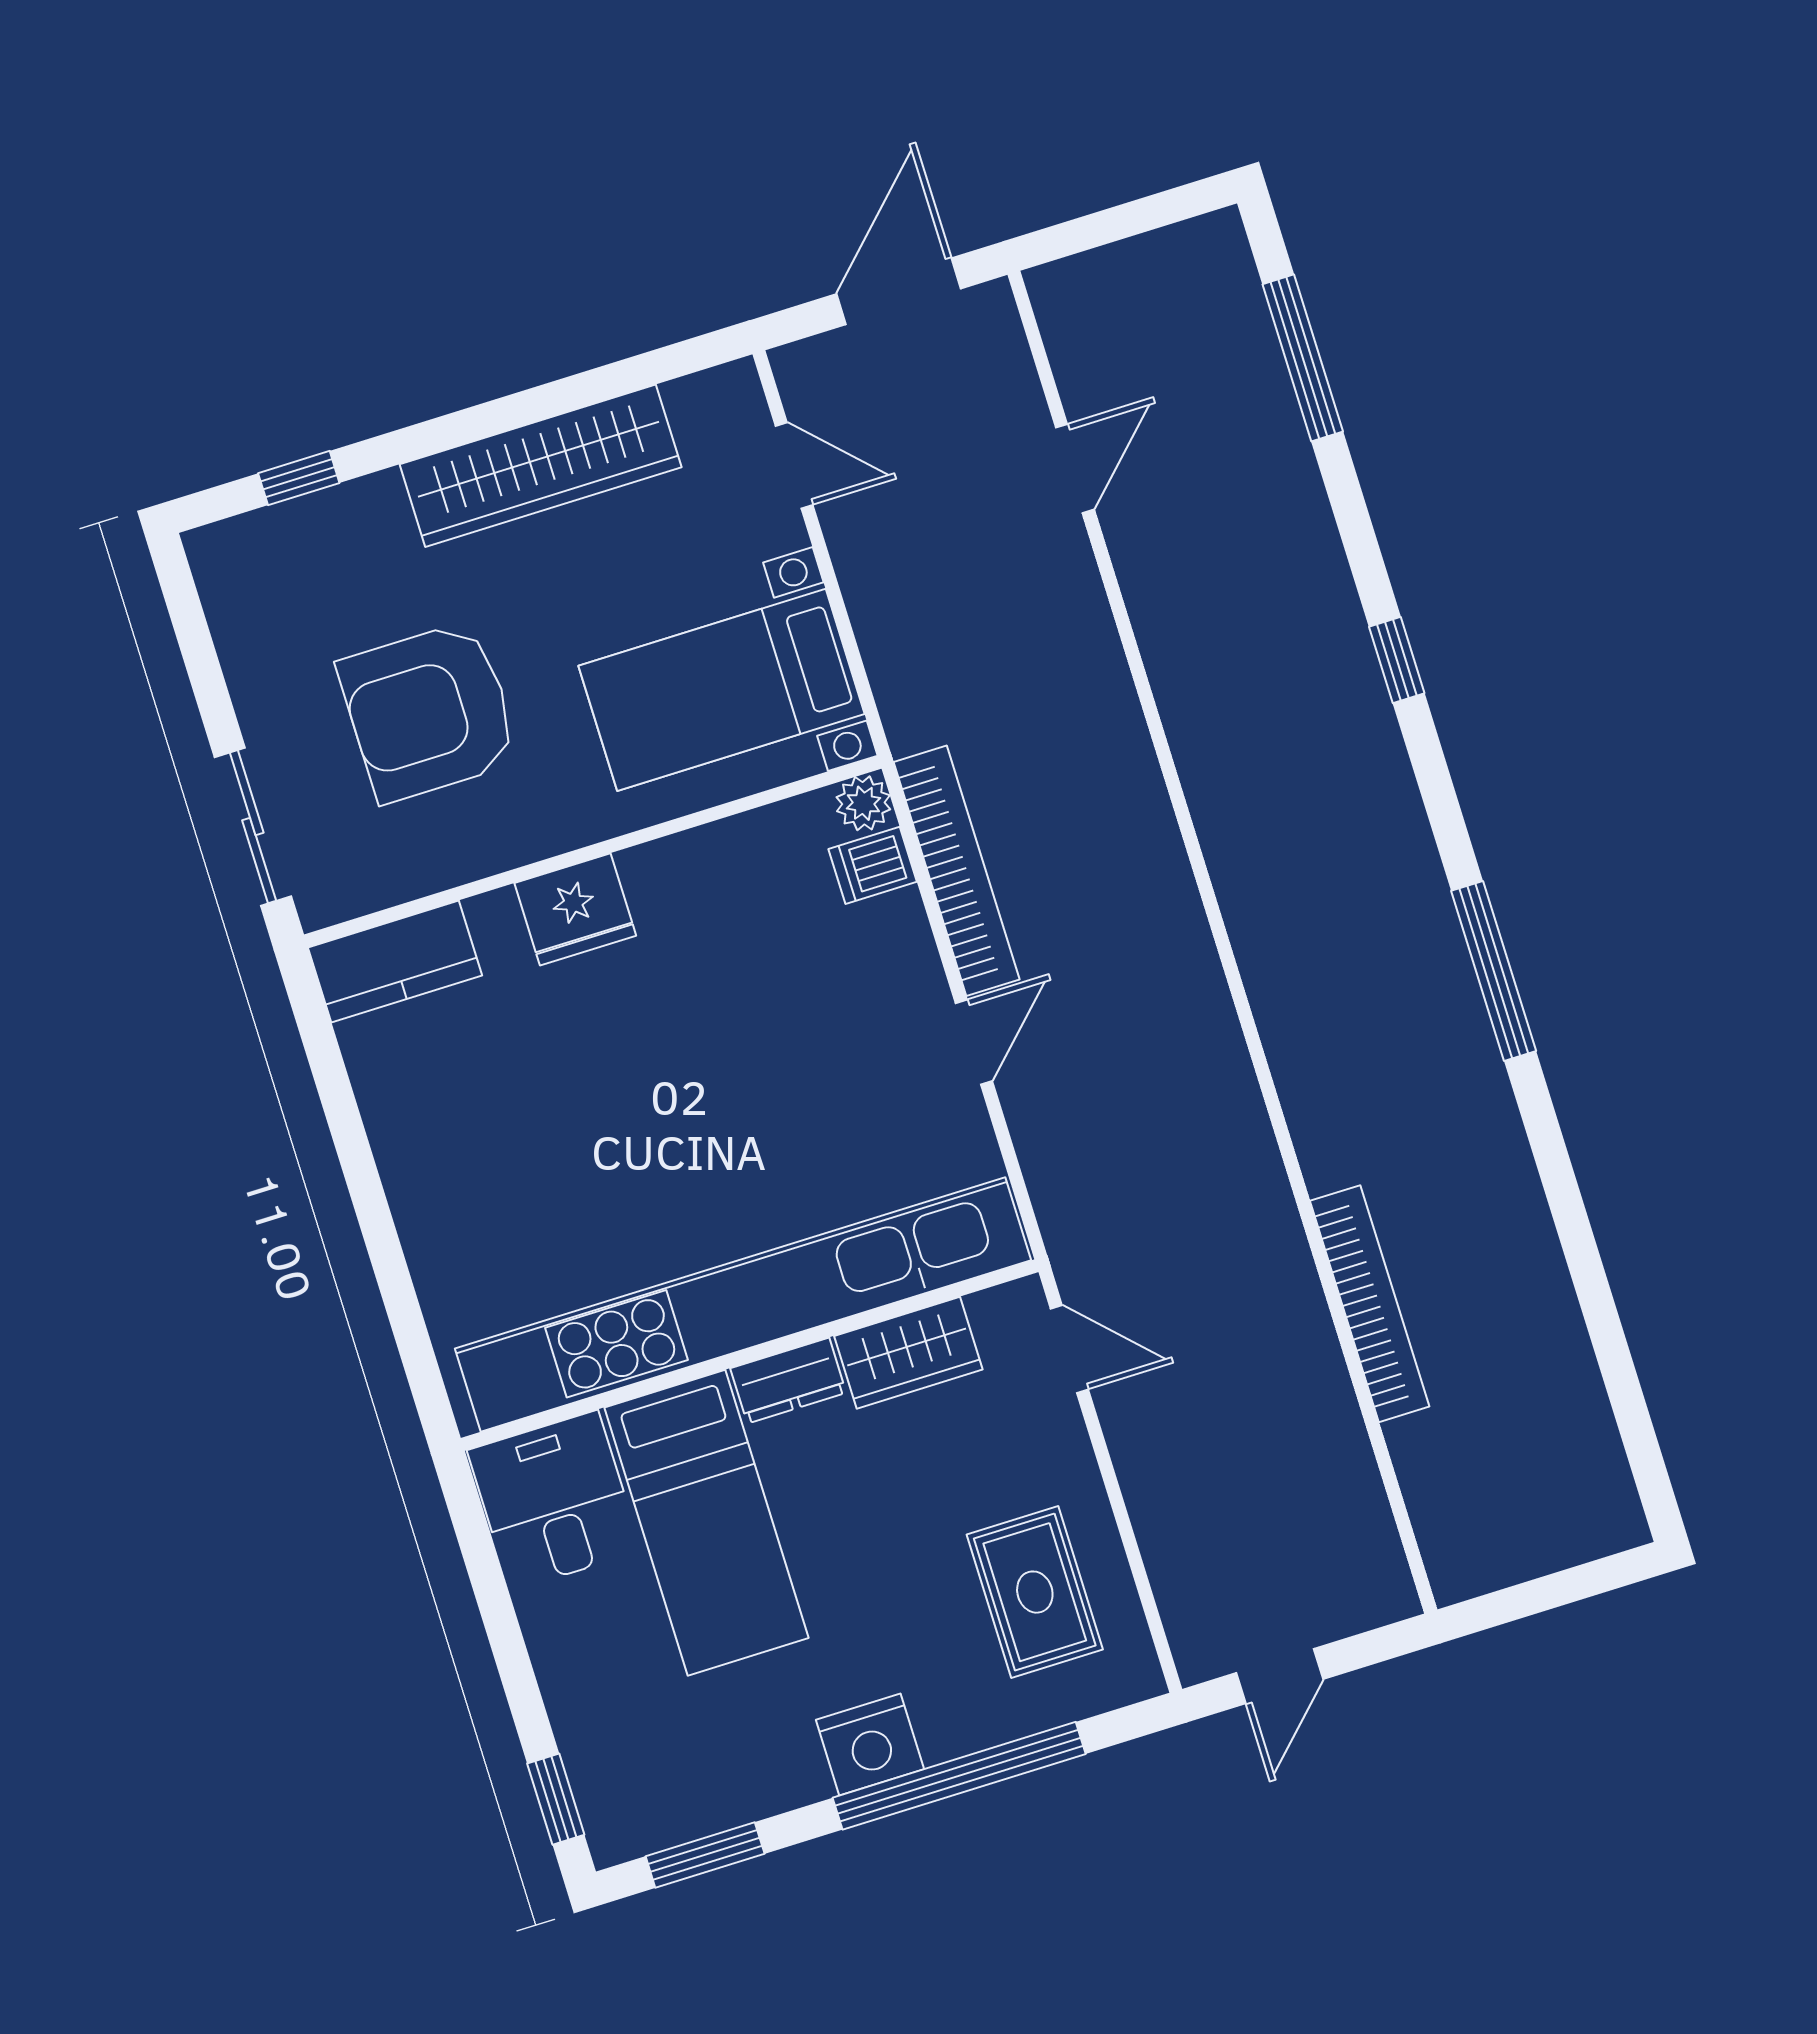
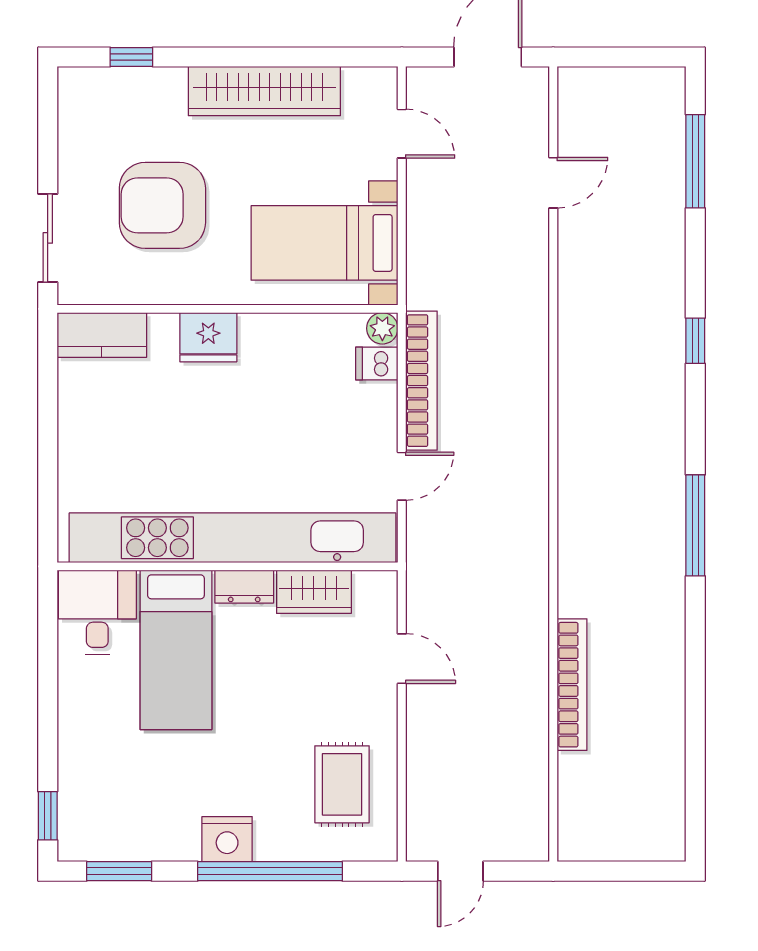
kitchen unit: (743, 1304) -> (233, 538), moved
wardrobe: (908, 1353) -> (314, 592), moved
wall: (750, 1355) -> (228, 566), moved
dresser: (788, 1381) -> (244, 587), moved
desk: (554, 1501) -> (97, 612), moved
bed: (707, 1523) -> (176, 650), moved

